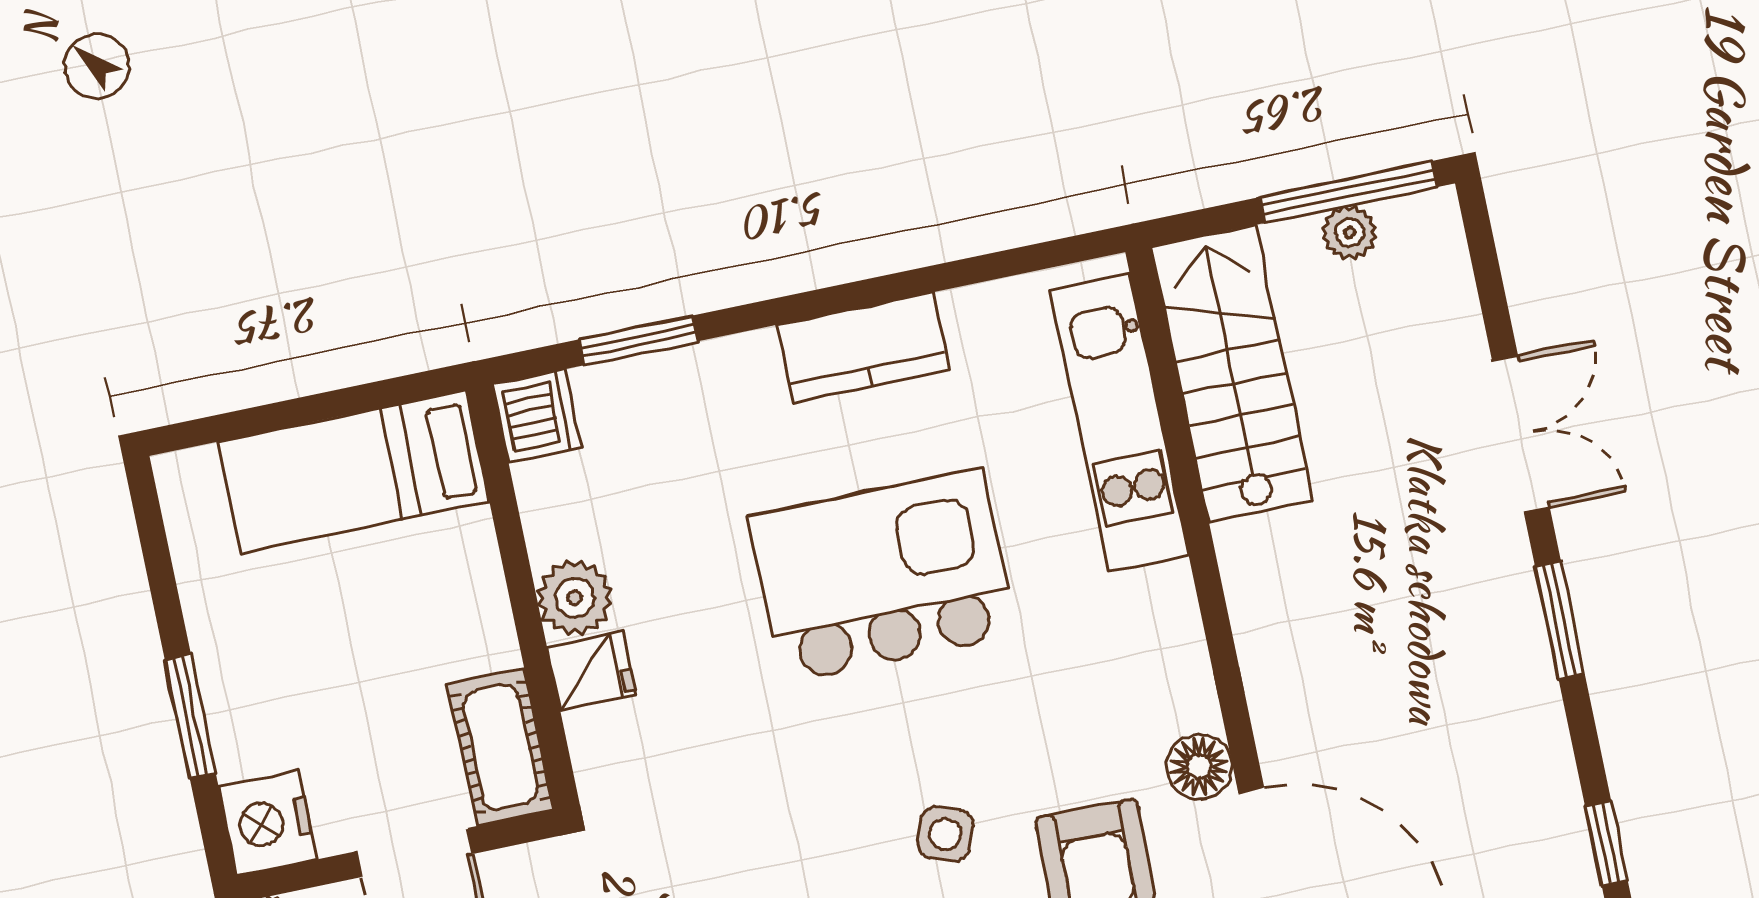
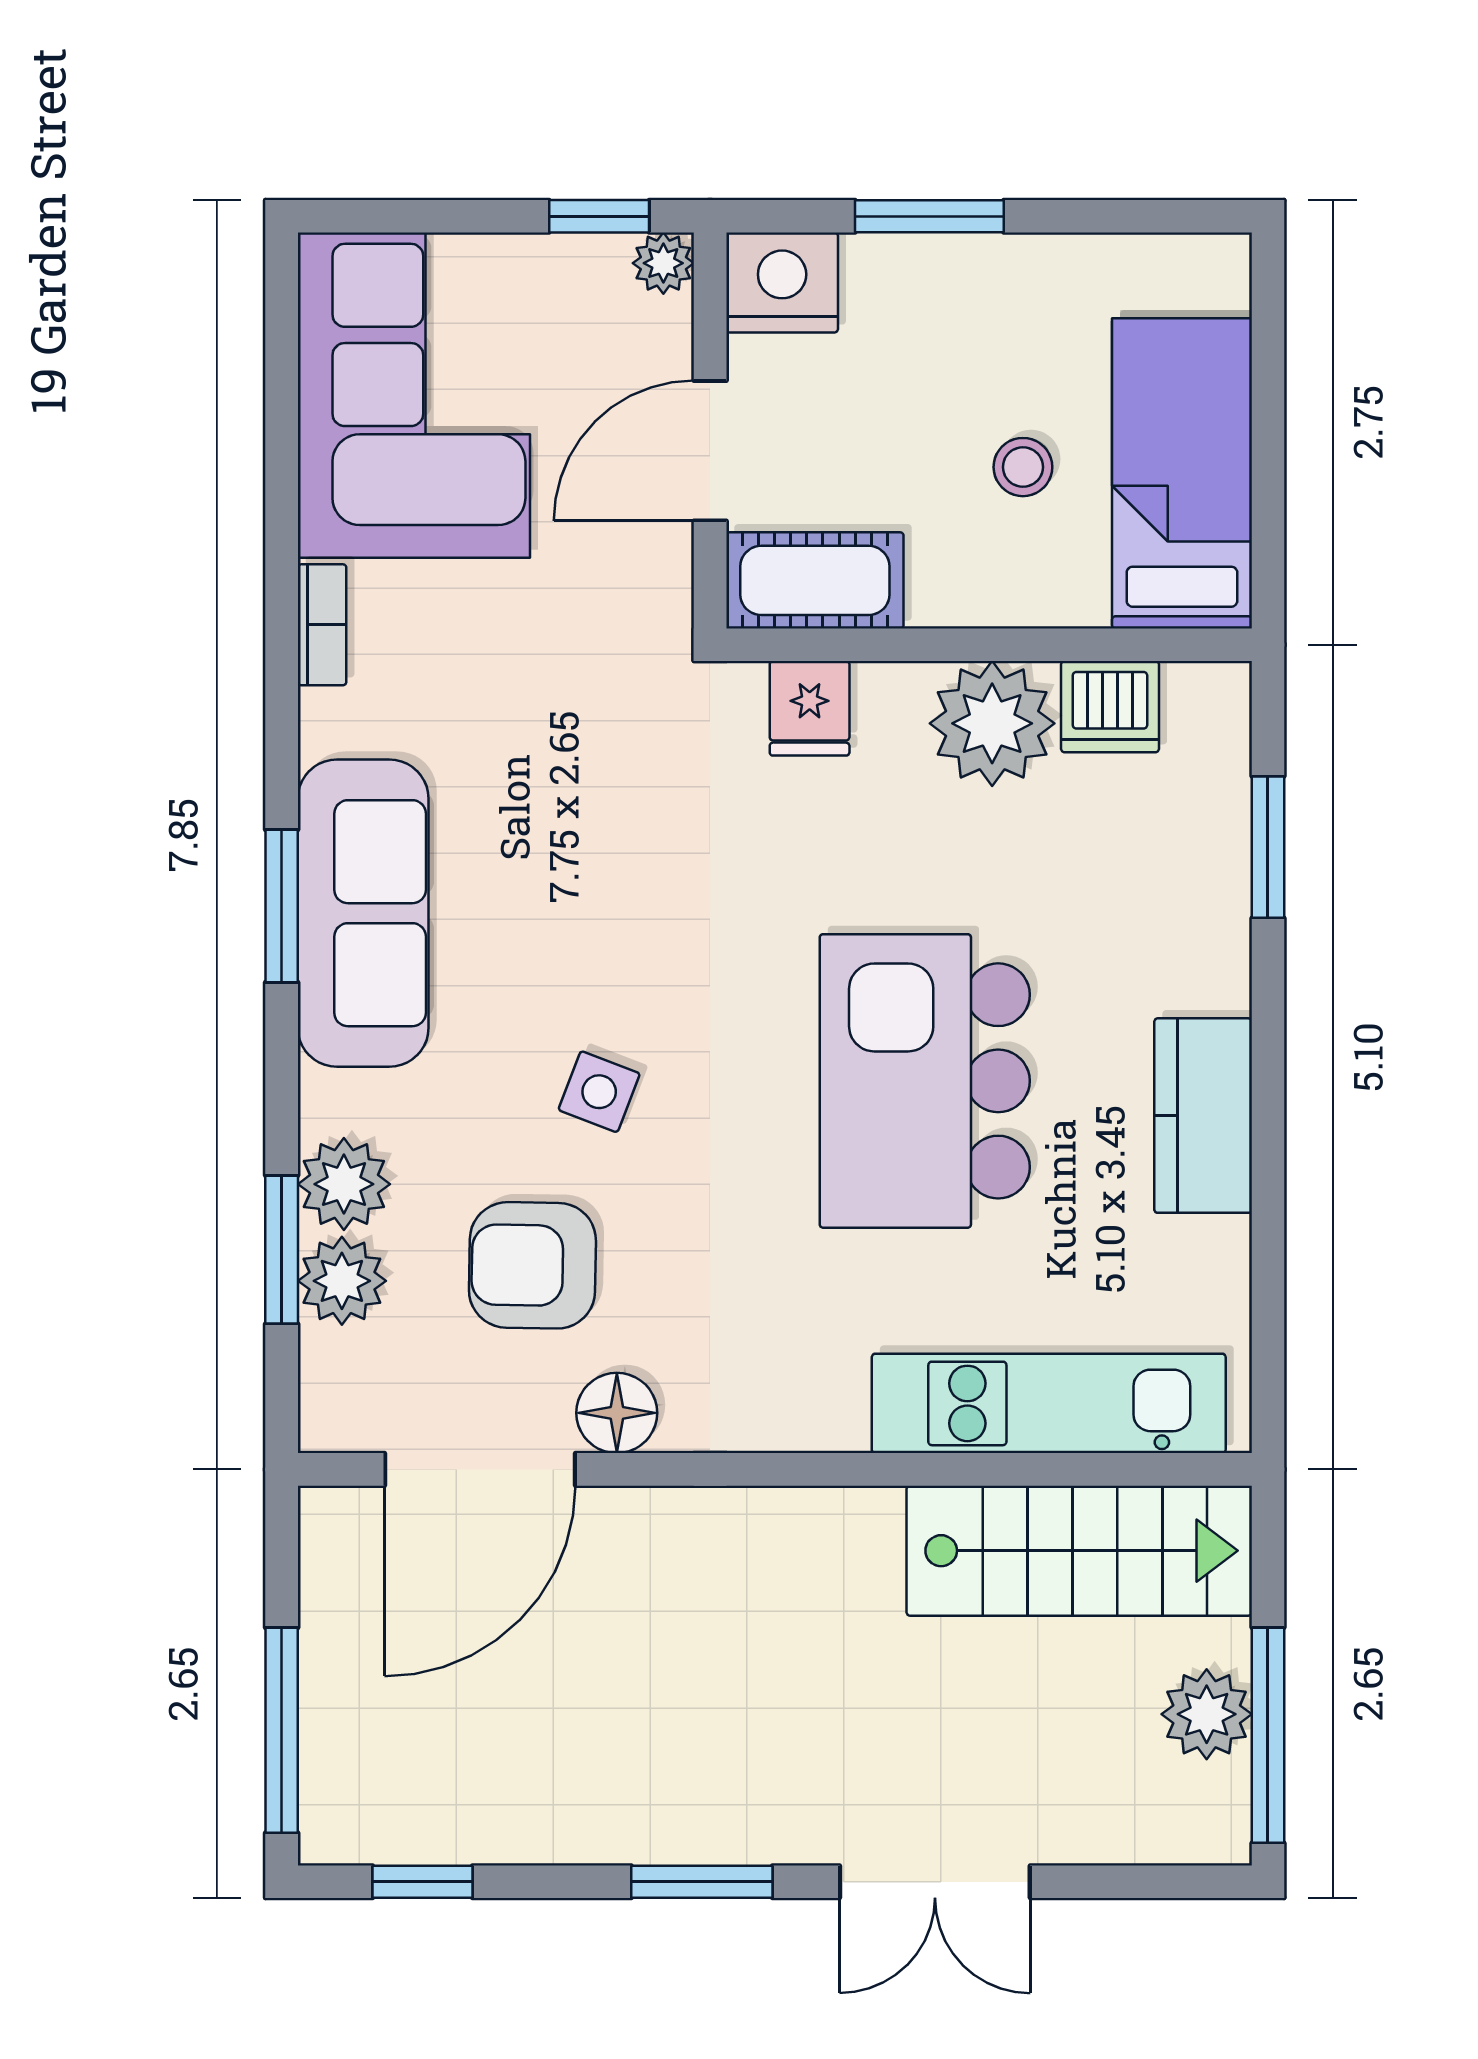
plant: (1349, 233) -> (1207, 1714), width x1.38, depth x1.38
dishwasher: (537, 416) -> (1110, 707), moved
kitchen island: (882, 576) -> (925, 1081), turned 180
plant: (575, 598) -> (992, 723), width x1.36, depth x1.36
stool: (375, 600) -> (1023, 467), added
fridge: (591, 671) -> (810, 708), moved

